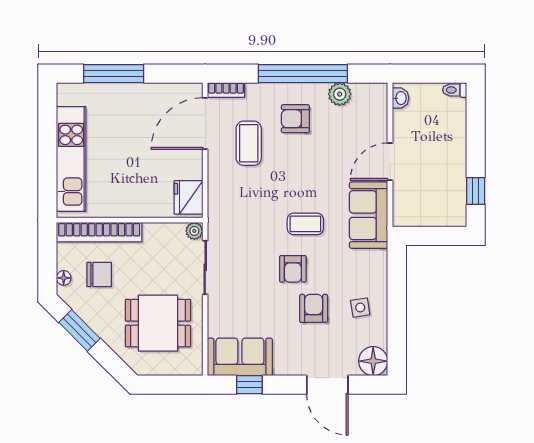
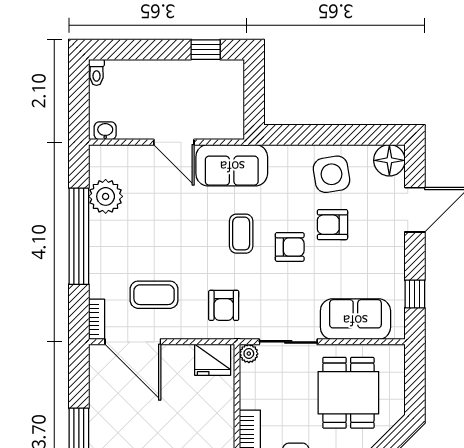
plant: (340, 94) -> (106, 196), width x1.36, depth x1.36
armchair: (295, 119) -> (224, 305), moved
side table: (360, 308) -> (332, 174), width x1.87, depth x1.87
sofa: (240, 357) -> (355, 319), moved, turned 90

